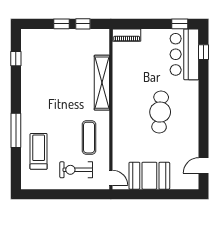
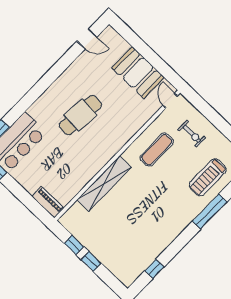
exercise bike: (76, 170) -> (192, 134), width x0.73, depth x0.72

